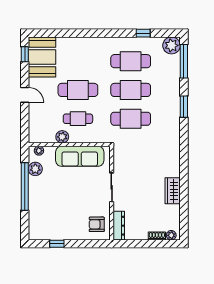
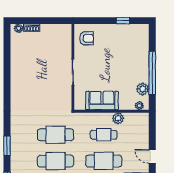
sofa: (80, 156) -> (102, 101), width x0.73
wardrobe: (173, 191) -> (17, 69), removed
dresser: (119, 226) -> (66, 37), removed

